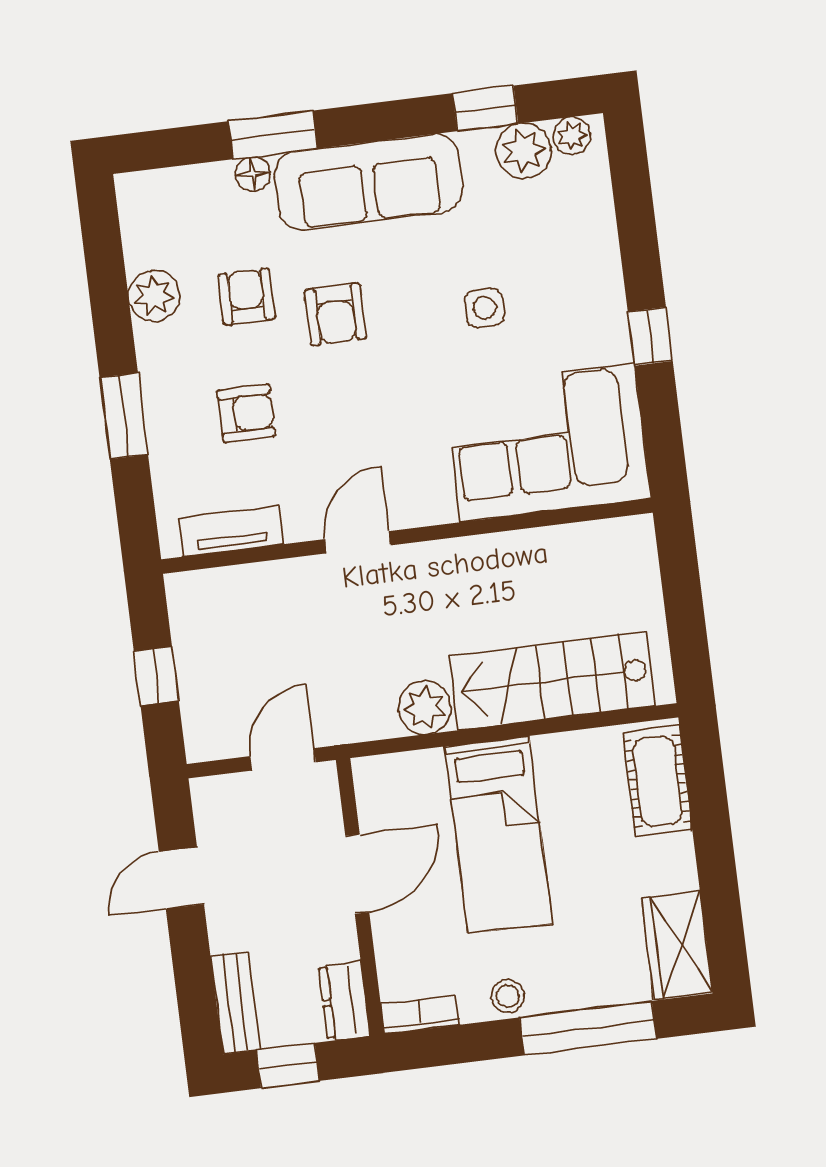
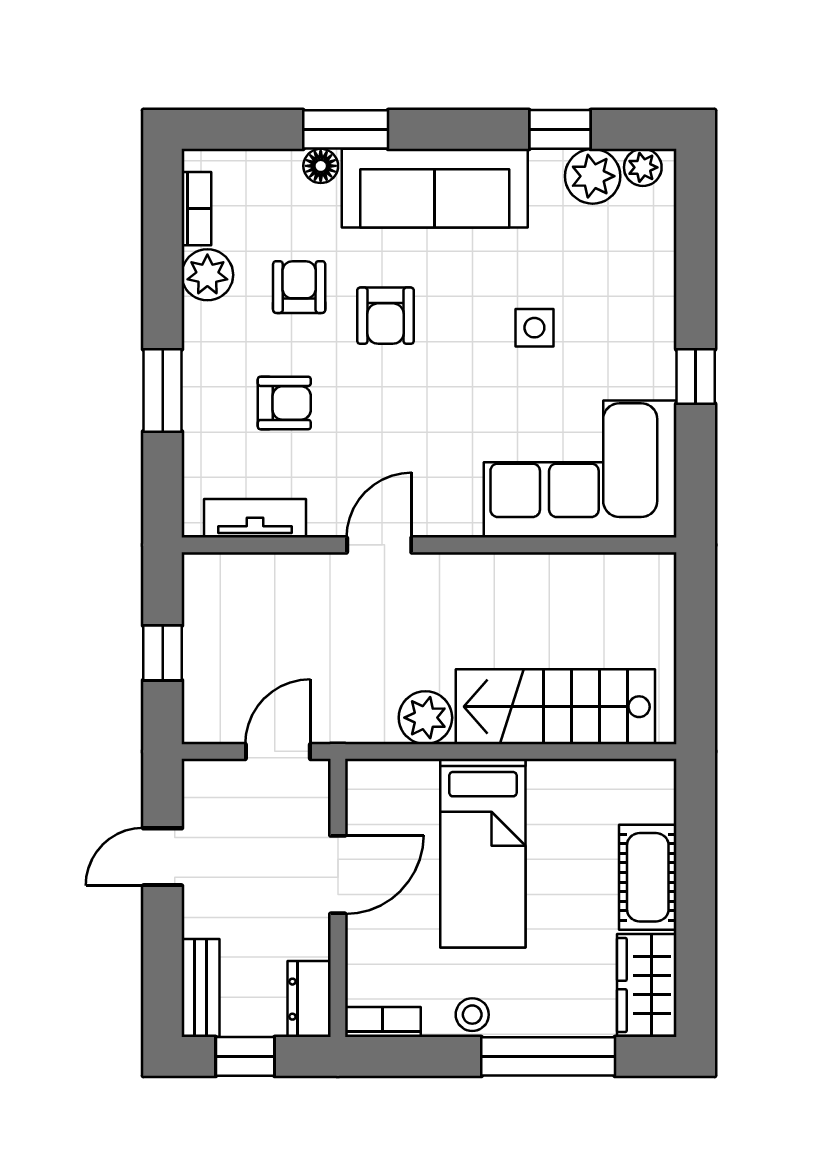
bookcase: (135, 232) -> (196, 209), added
cot: (657, 781) -> (648, 877), moved

